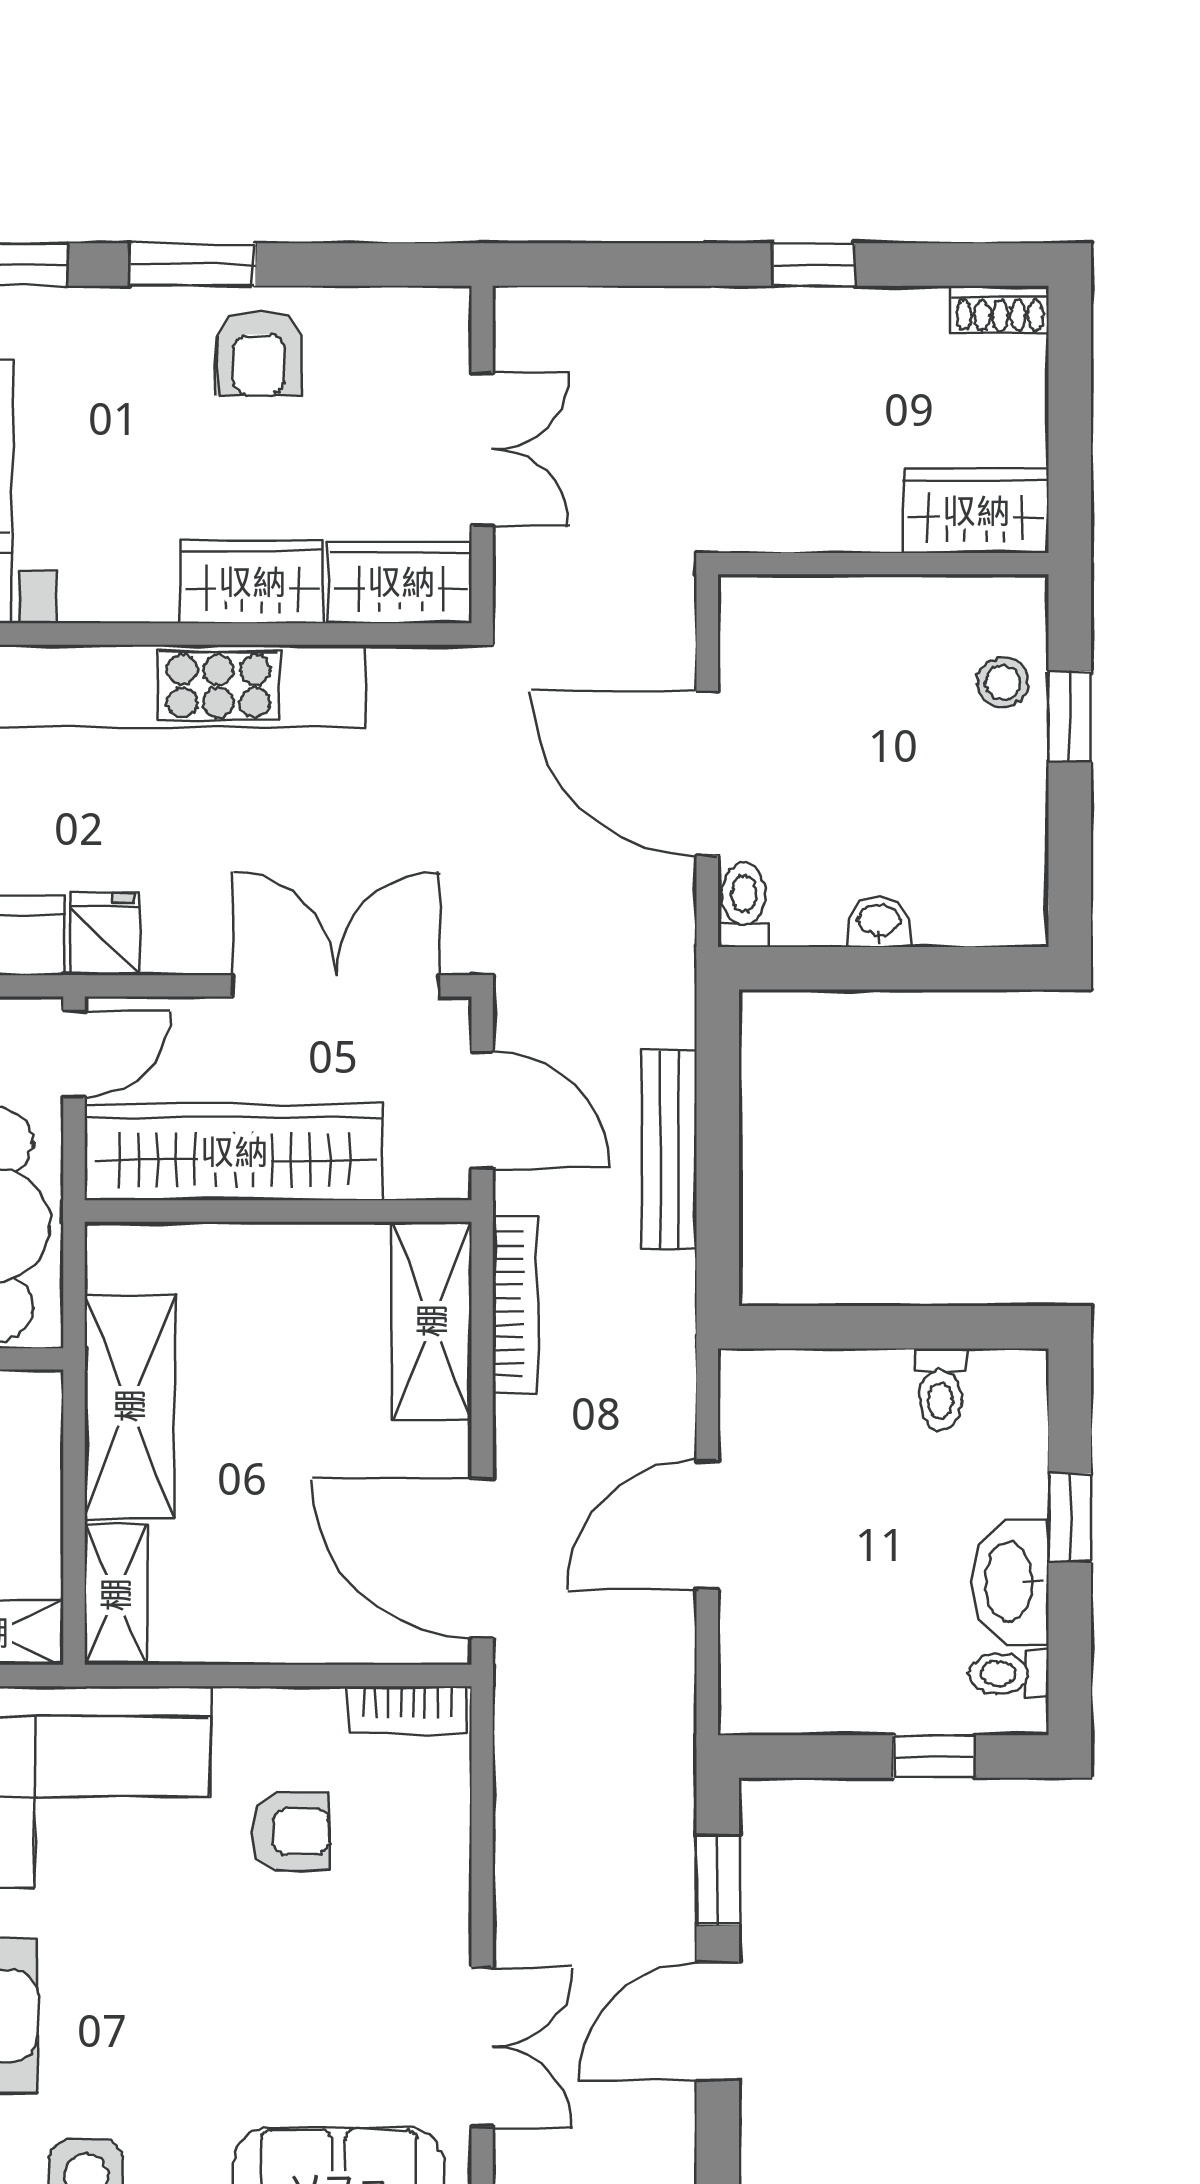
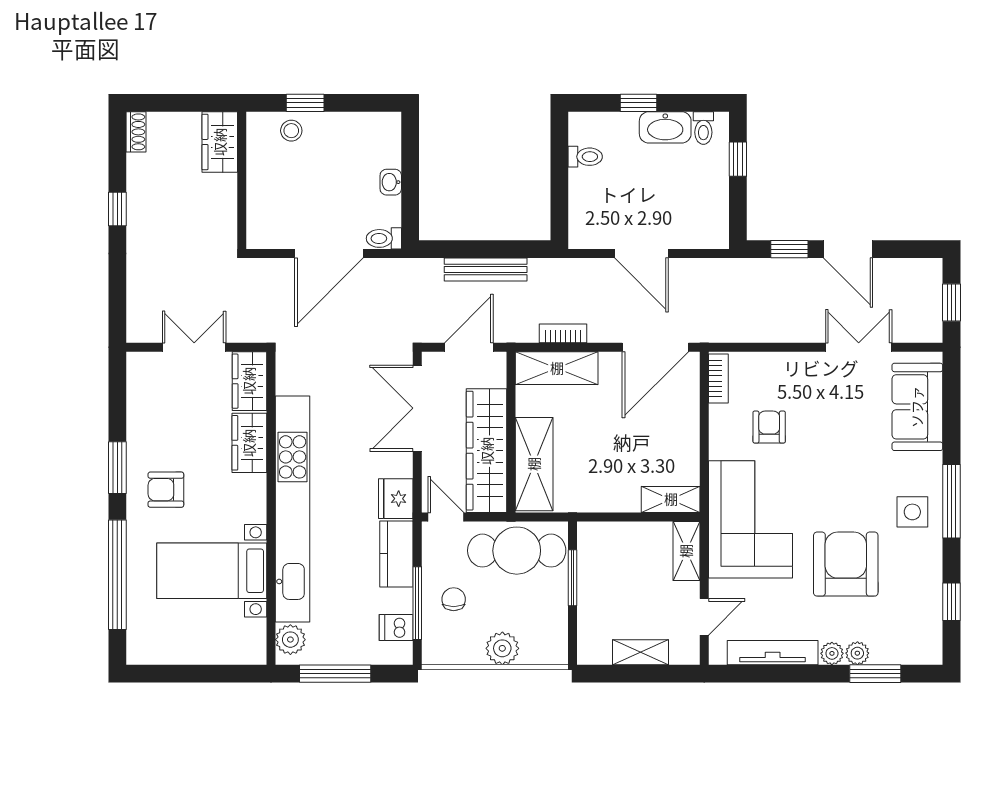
armchair: (259, 353) -> (166, 490), moved, turned 180
fridge: (105, 934) -> (396, 499), width x1.38
bookcase: (515, 1304) -> (563, 333), width x0.64
shelving: (130, 1406) -> (534, 464), moved, turned 90

